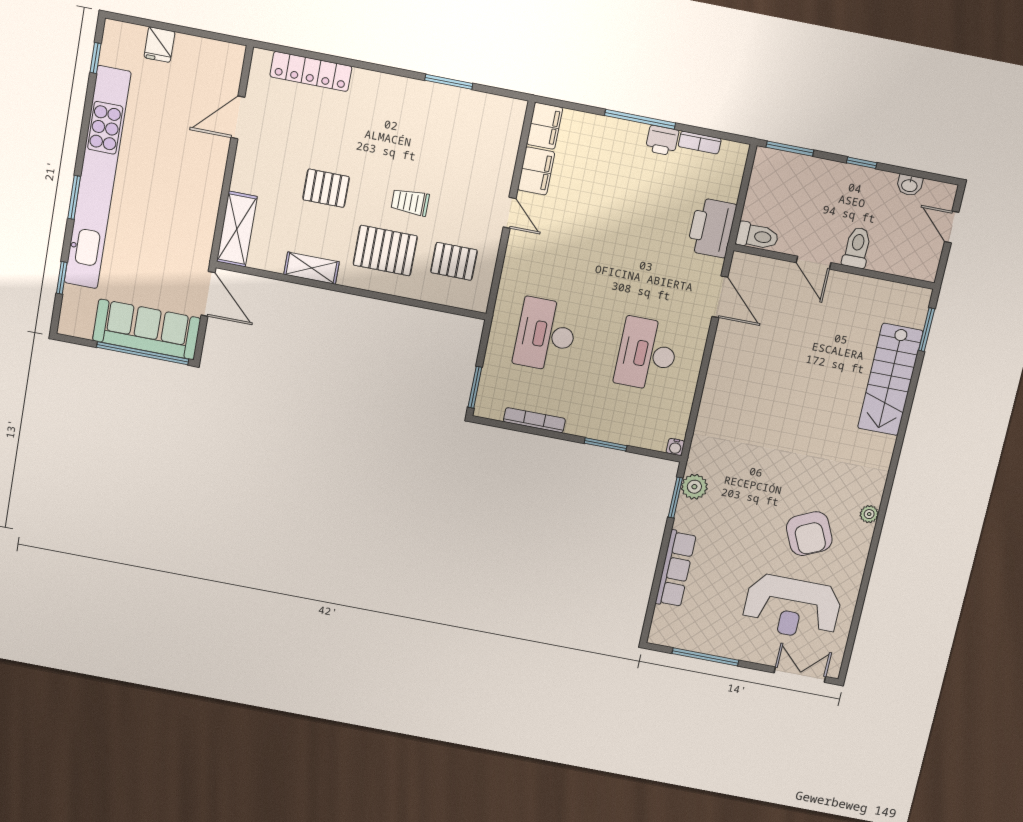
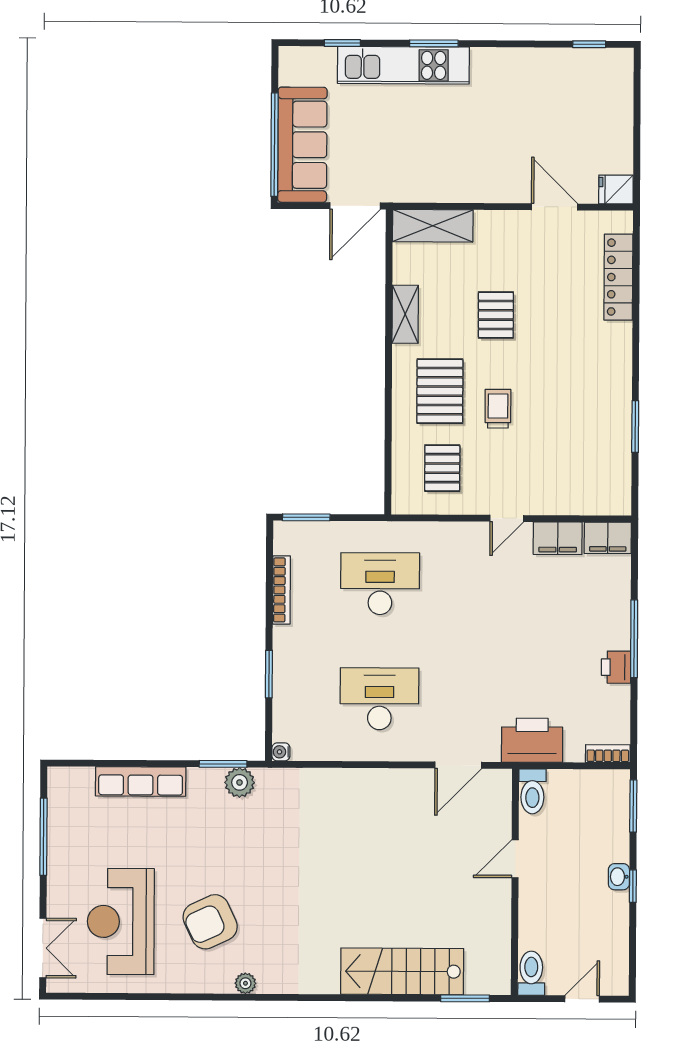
fridge: (159, 45) -> (616, 189), moved
bookcase: (700, 143) -> (608, 754), moved, turned 90
kitchen unit: (97, 178) -> (403, 65), width x0.54
washbasin: (909, 185) -> (619, 877), moved
toilet: (857, 248) -> (531, 973), moved, turned -90

